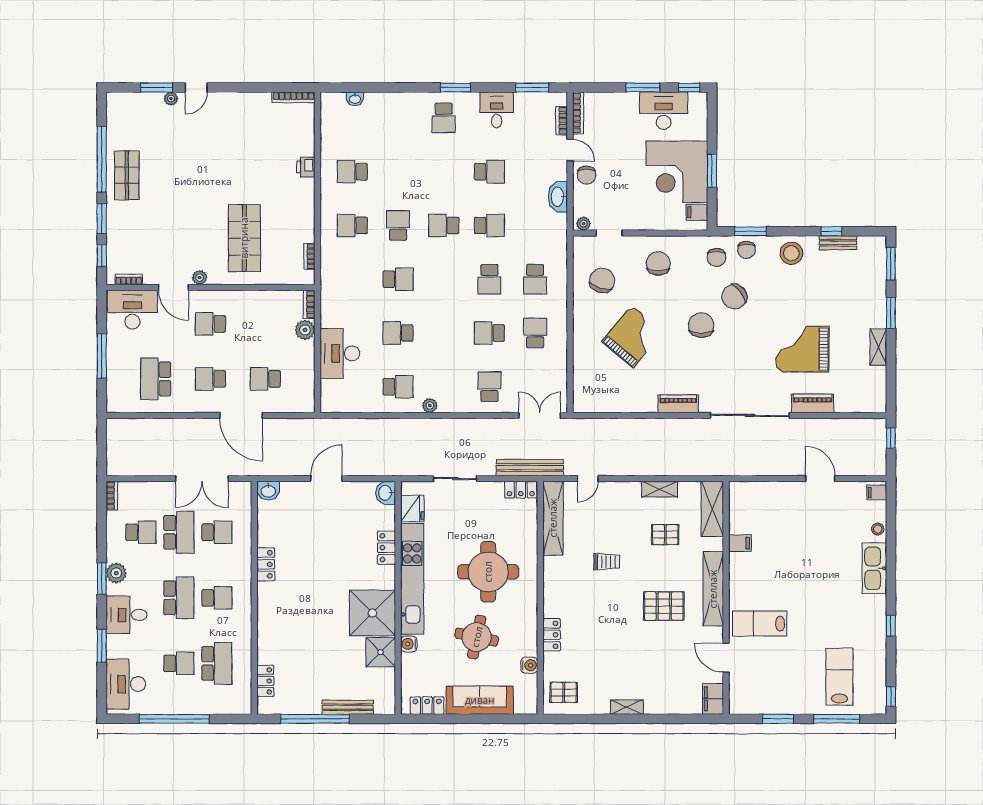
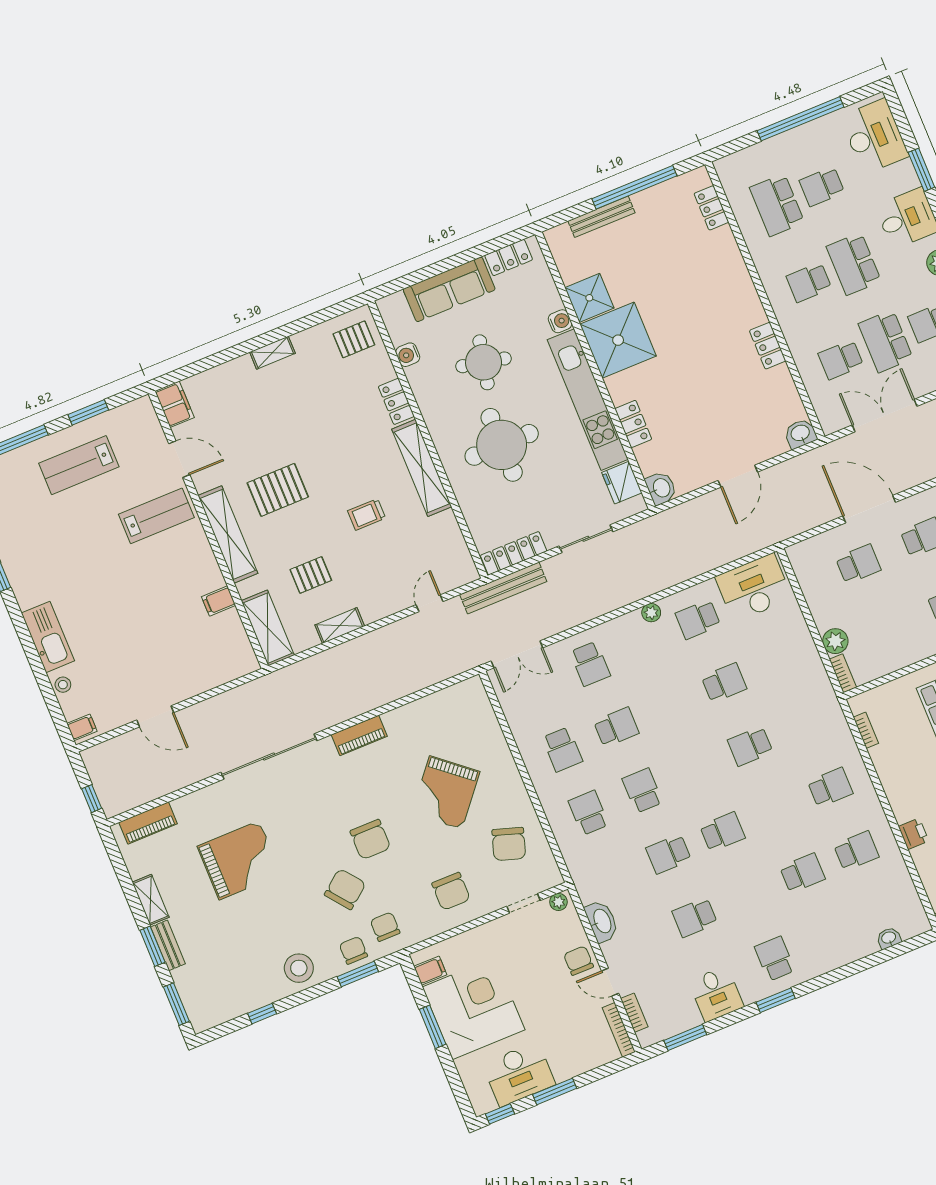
school desk: (398, 225) -> (802, 873), moved, turned -90
bench: (838, 243) -> (168, 945), moved, turned 90
desk: (340, 353) -> (754, 588), moved, turned -90
piano: (813, 403) -> (148, 823), moved
locker: (521, 490) -> (514, 553), width x1.53
shelving: (553, 518) -> (422, 468), moved
lab bench: (839, 677) -> (79, 465), moved, turned 90

